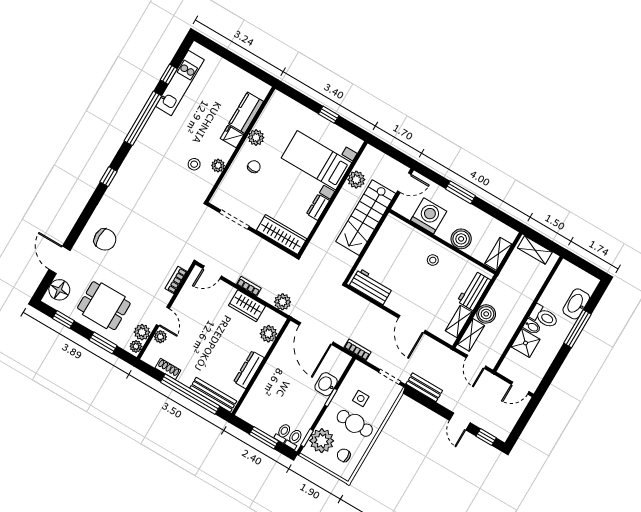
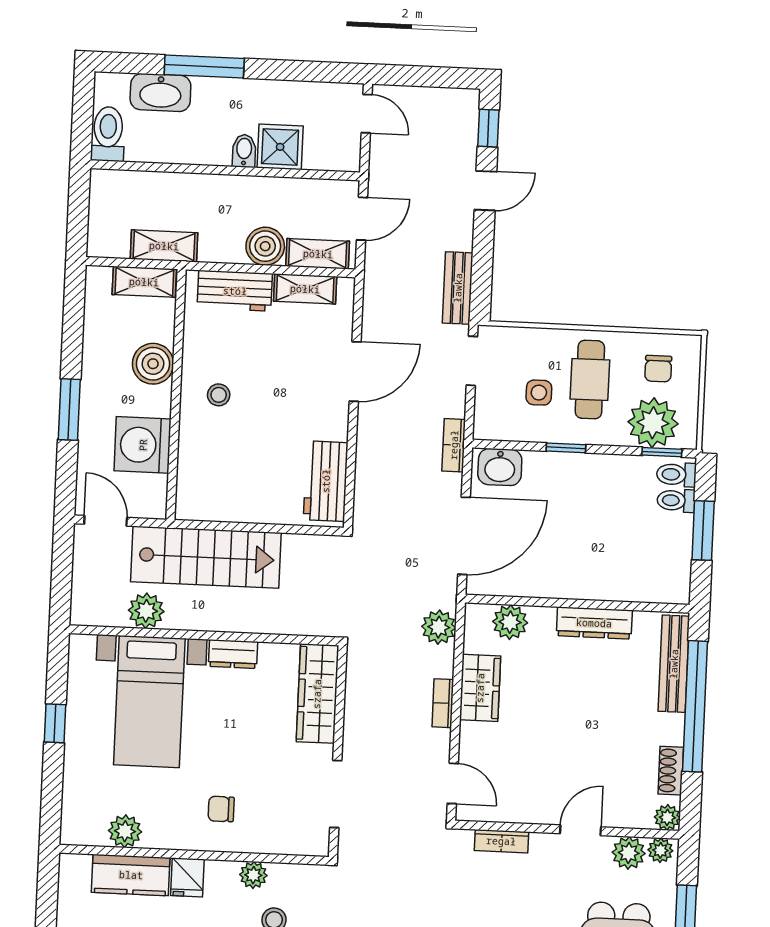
plant: (256, 138) -> (125, 831), moved
shelving: (535, 250) -> (164, 246), moved, turned 90
toilet: (544, 317) -> (108, 134), moved
plant: (160, 337) -> (667, 817), moved
washbasin: (326, 384) -> (500, 467), moved

